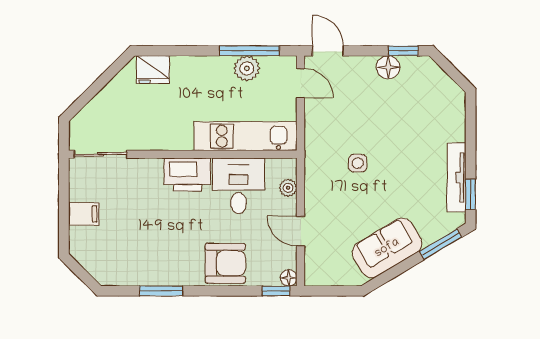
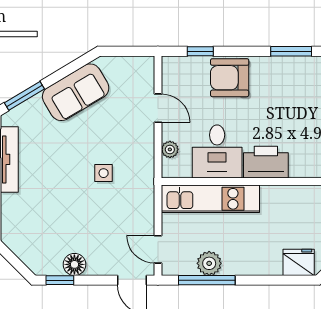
floor lamp: (289, 278) -> (169, 64), removed
window: (276, 291) -> (200, 51), moved

